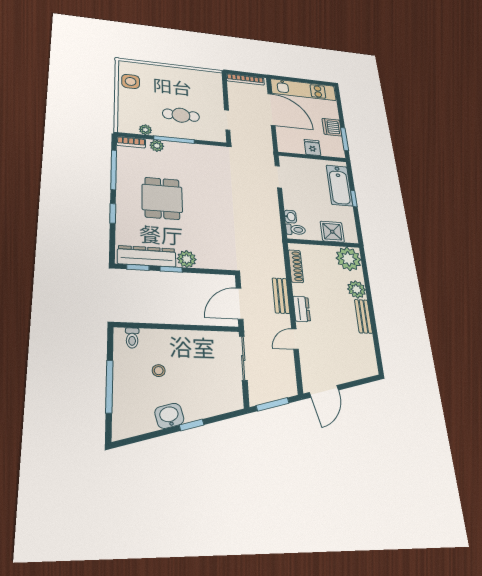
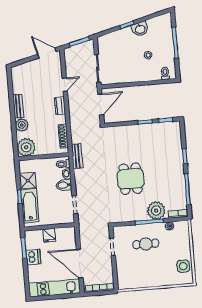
plant: (157, 146) -> (156, 210), width x1.88, depth x1.88
dining table: (162, 198) -> (130, 179), moved
bidet: (294, 203) -> (64, 185), added
shower: (332, 232) -> (28, 181), moved
dresser: (147, 256) -> (161, 129), removed
plant: (187, 259) -> (136, 131), removed
bench: (281, 296) -> (77, 156), moved
door: (324, 391) -> (47, 53), hinge flipped

